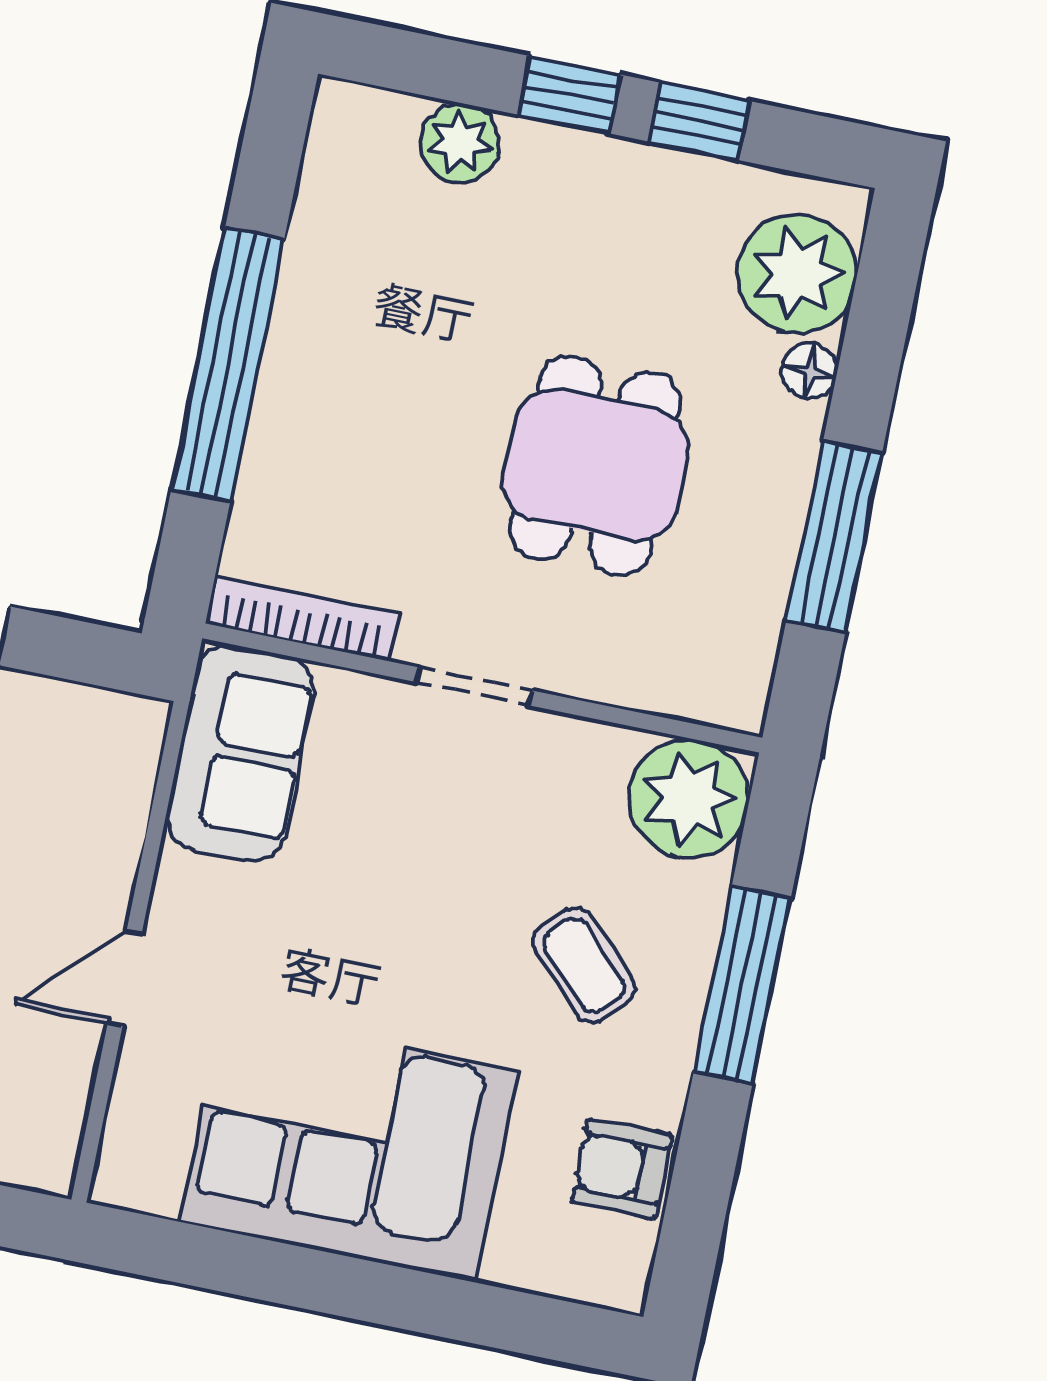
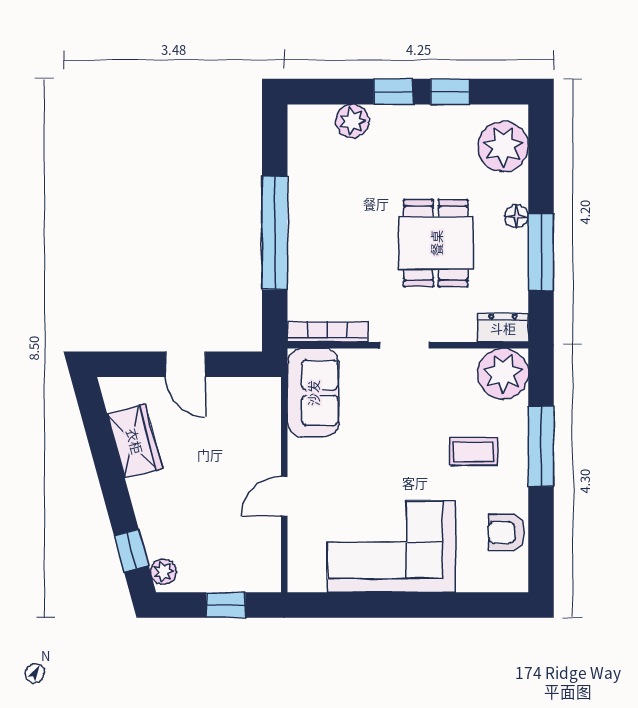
floor lamp: (809, 371) -> (517, 216), moved
dresser: (710, 693) -> (503, 328), added
coffee table: (584, 965) -> (474, 451), turned -45

